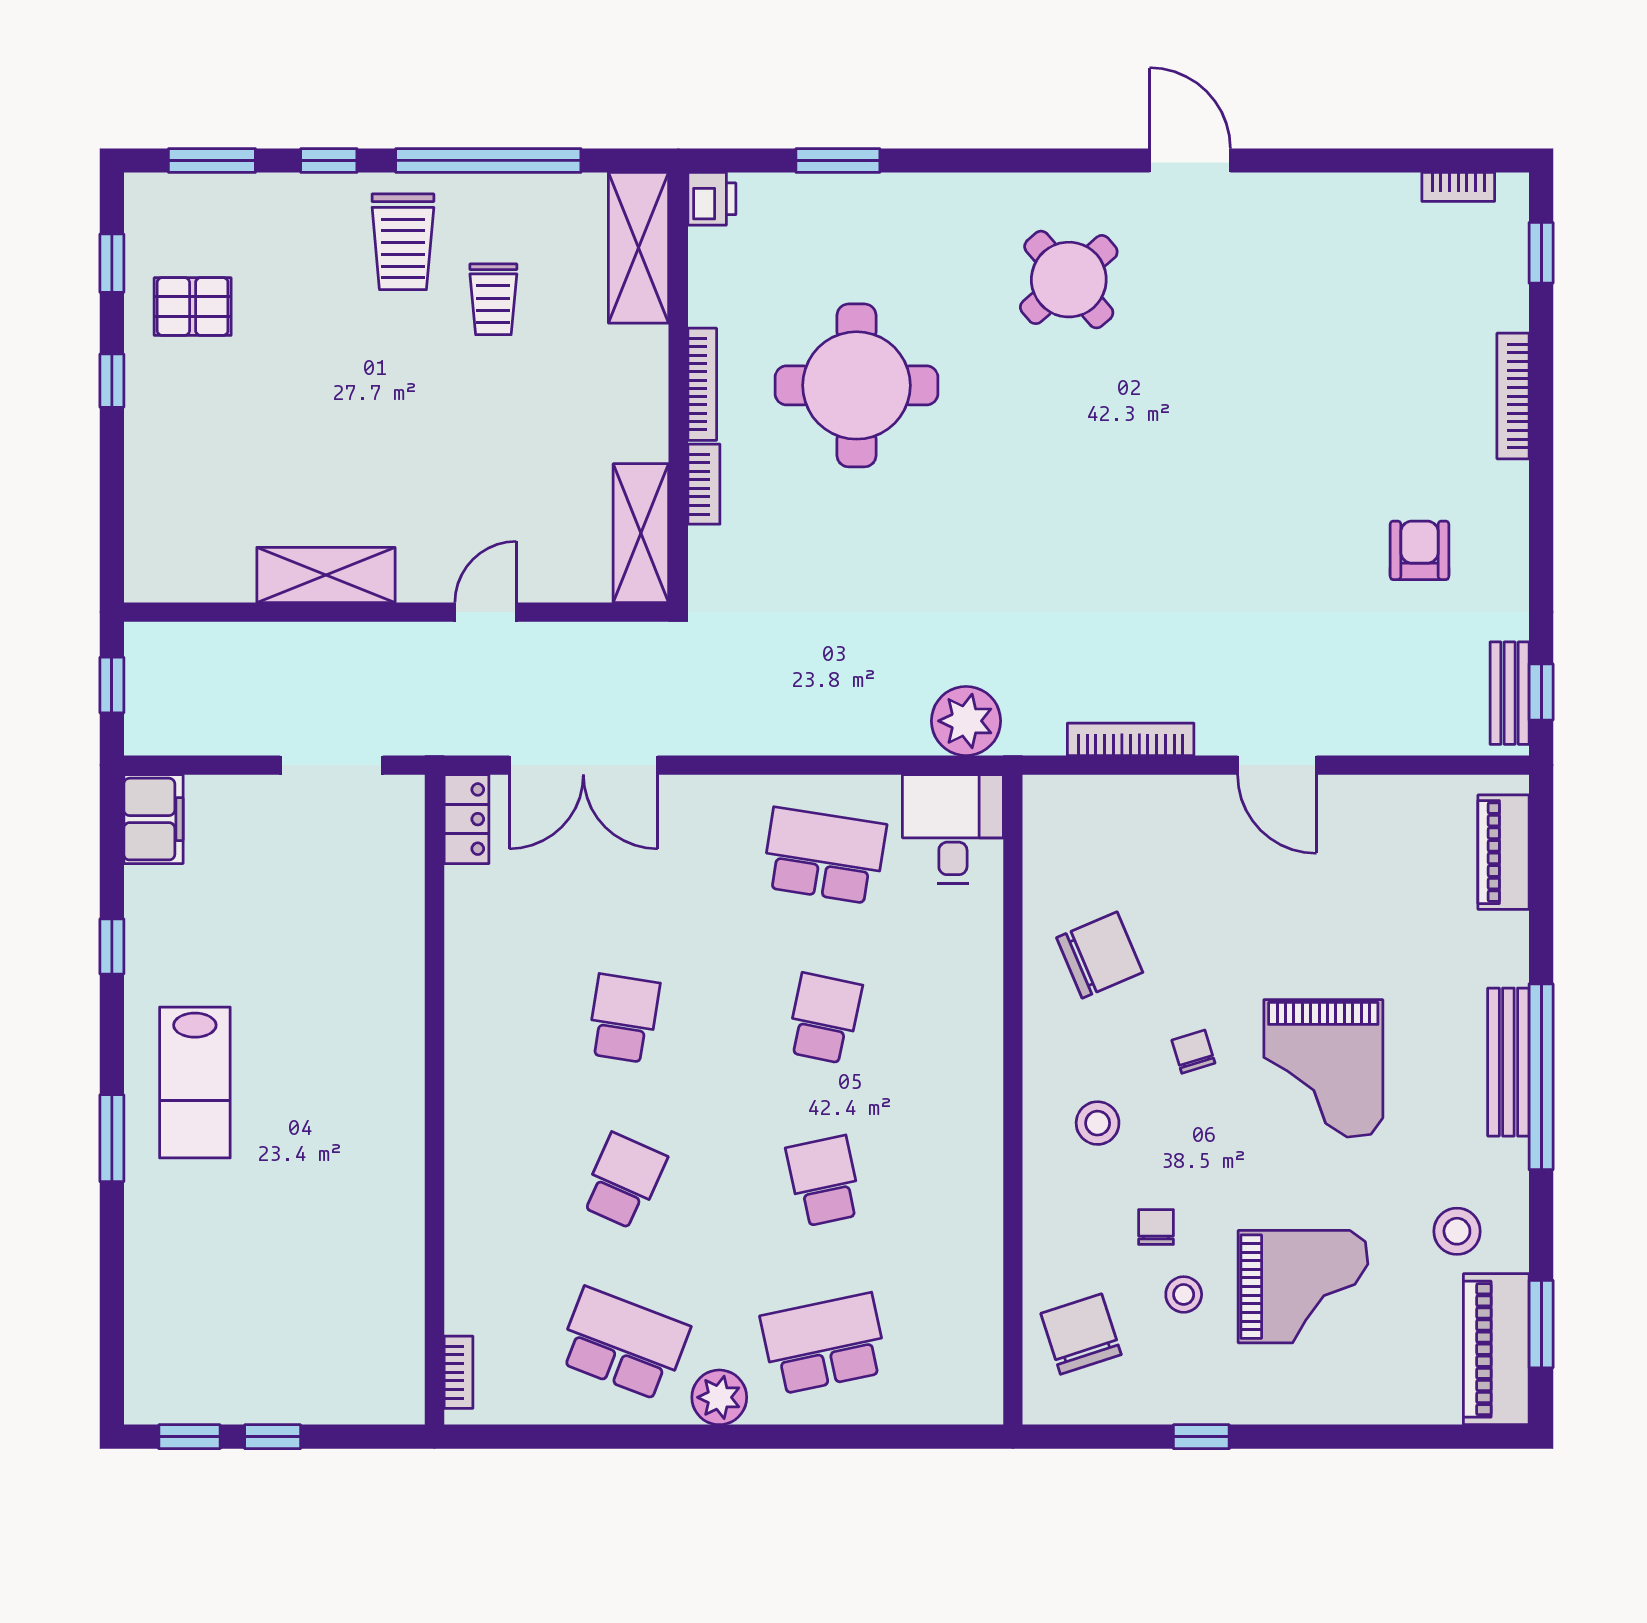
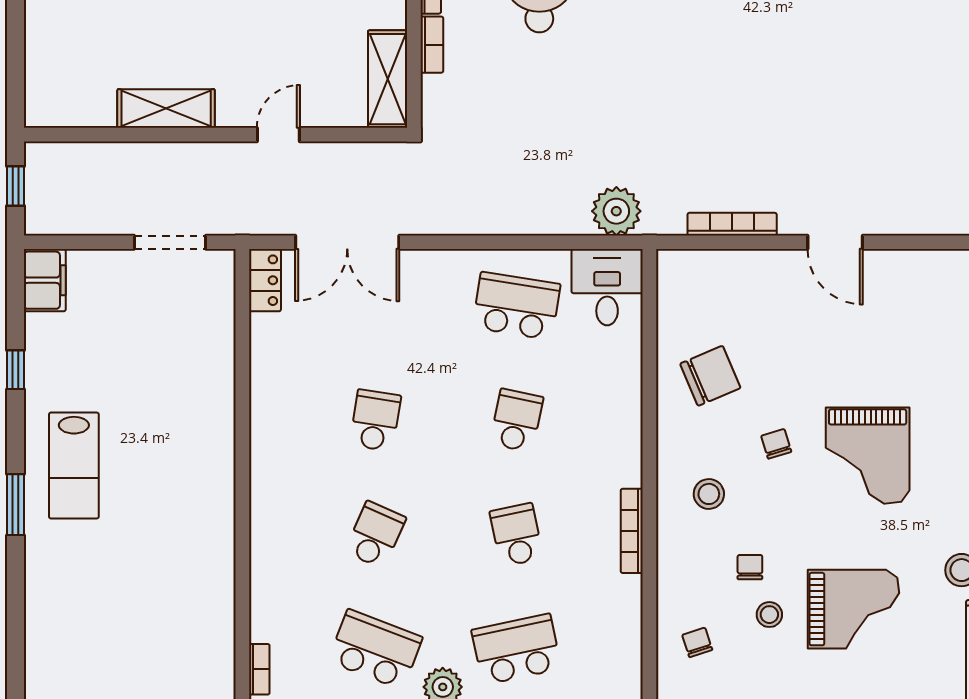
armchair: (1420, 550) -> (935, 91), removed
bookcase: (988, 1175) -> (632, 531), added
chair: (1081, 1334) -> (697, 642), width x0.54, depth x0.54

